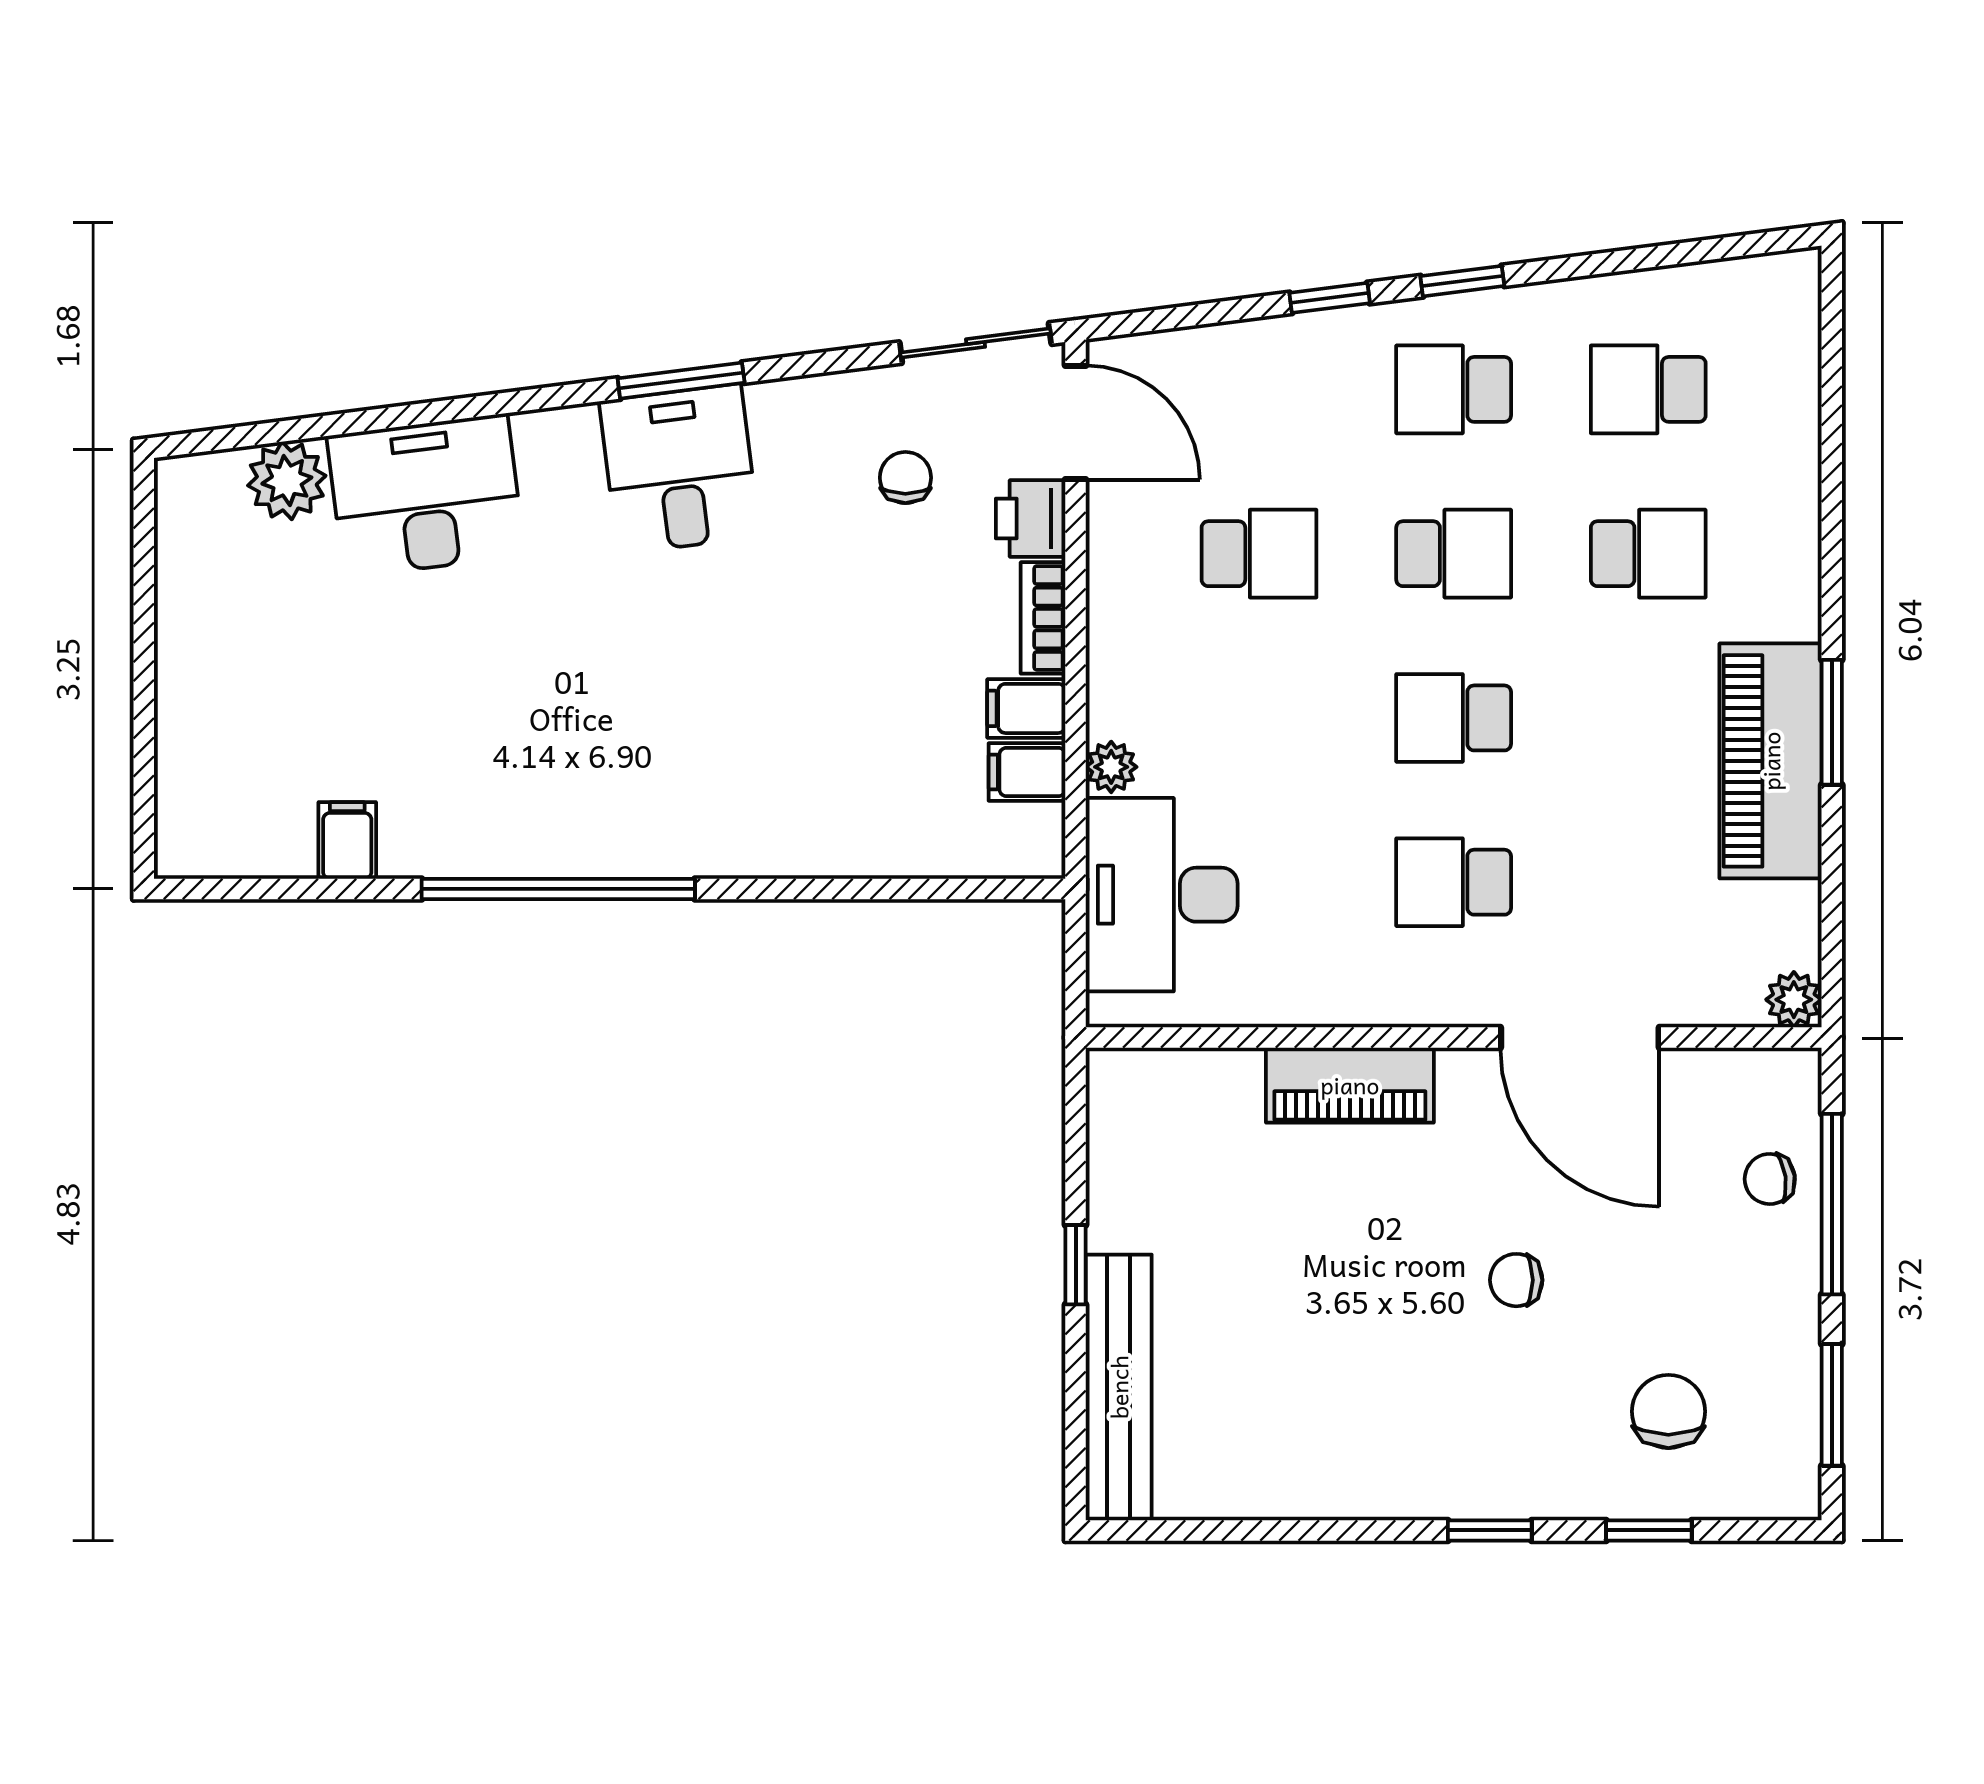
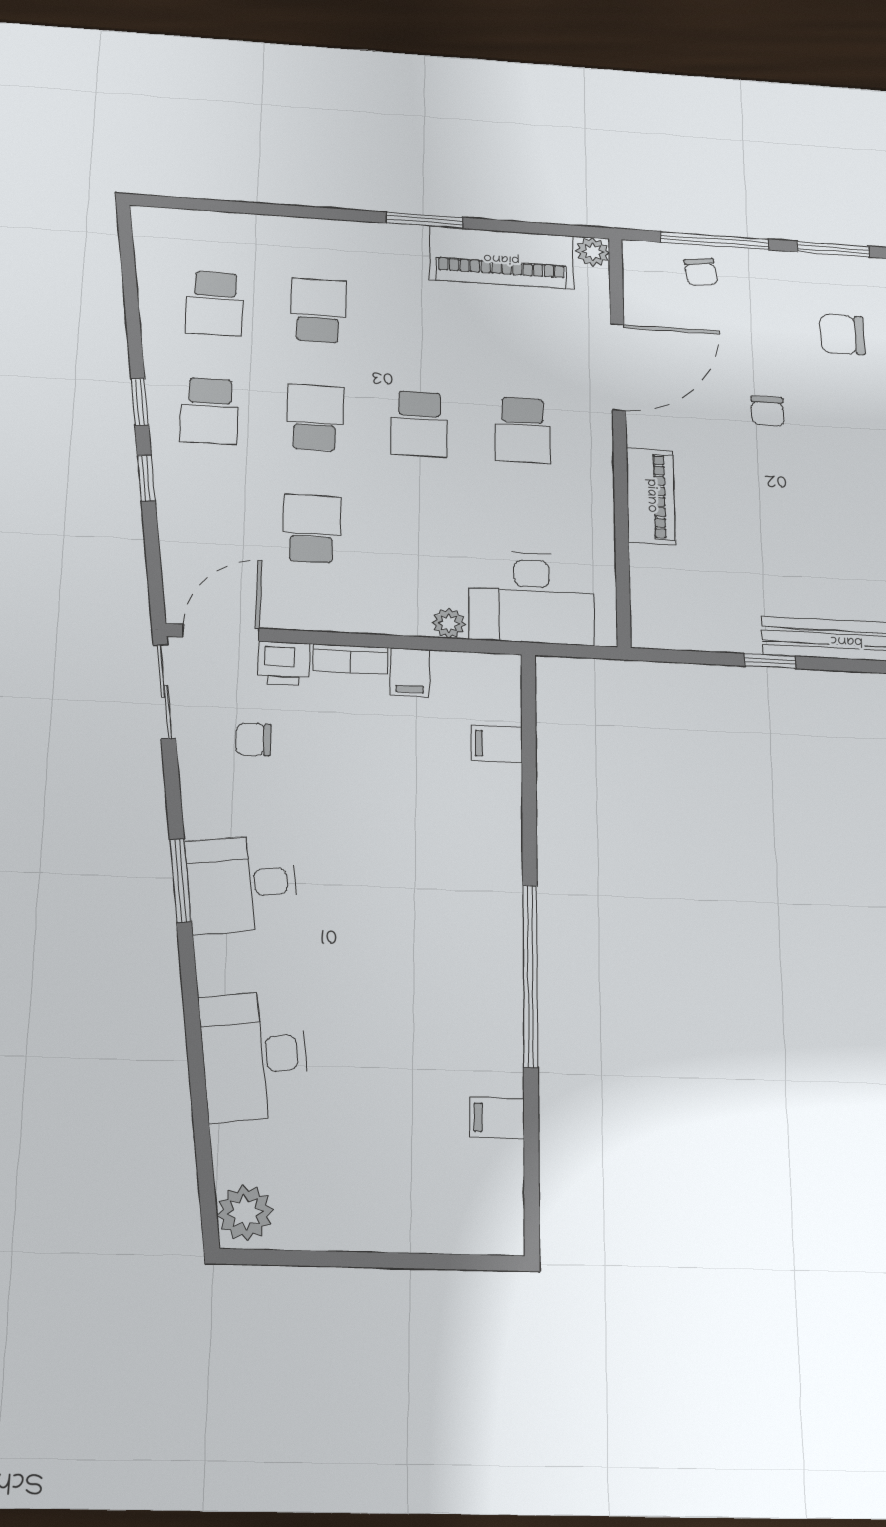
plant: (287, 481) -> (245, 1213), moved
piano: (1771, 761) -> (501, 258), moved
filing cabinet: (1027, 772) -> (497, 744), moved, turned 90

